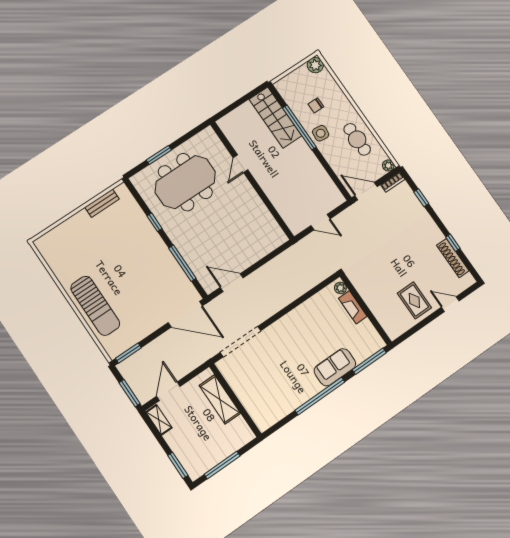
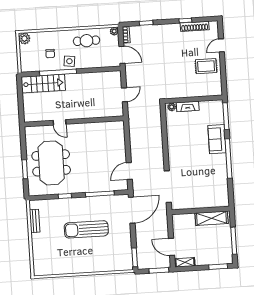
door: (366, 191) -> (122, 55), swing flipped
sun lounger: (95, 306) -> (86, 229), moved, turned 180
shelving: (220, 399) -> (212, 218), moved

